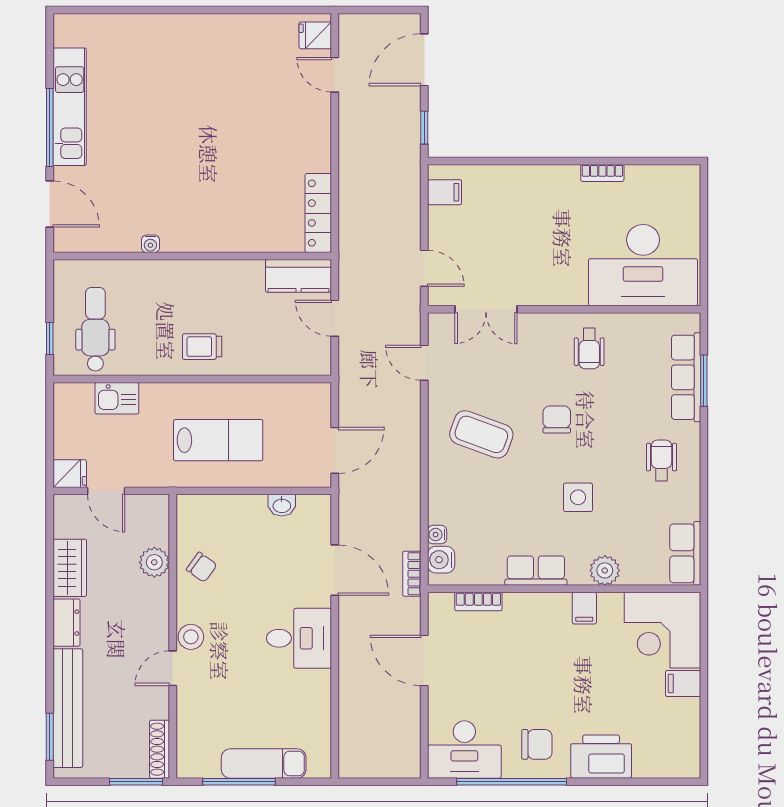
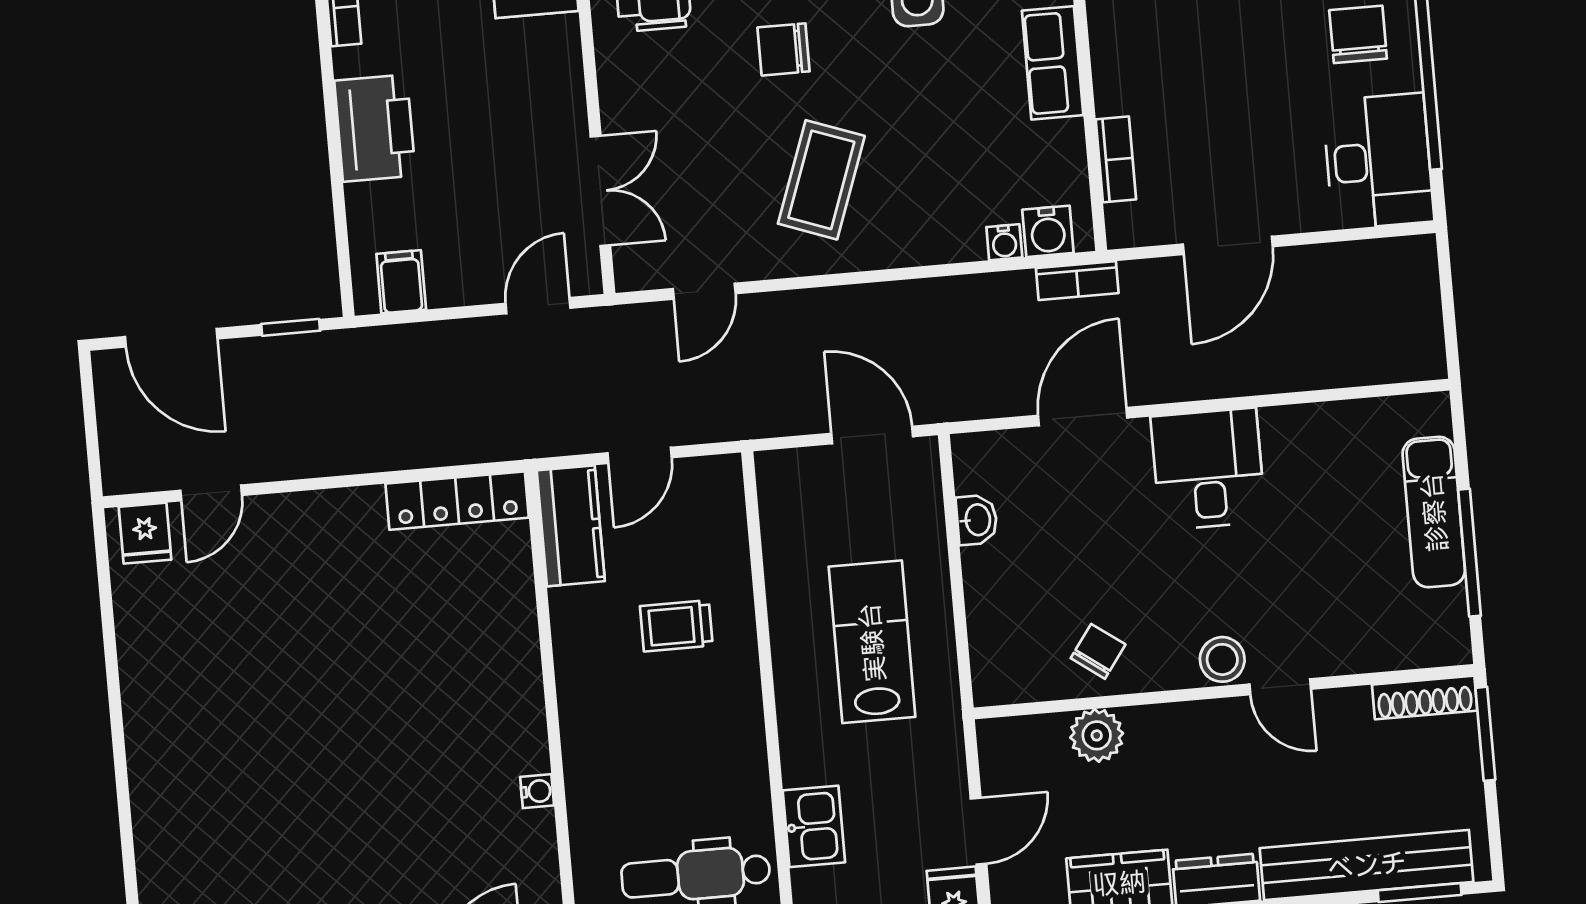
printer: (533, 185) -> (375, 128), added
trolley: (202, 347) -> (676, 626), moved, turned 90

